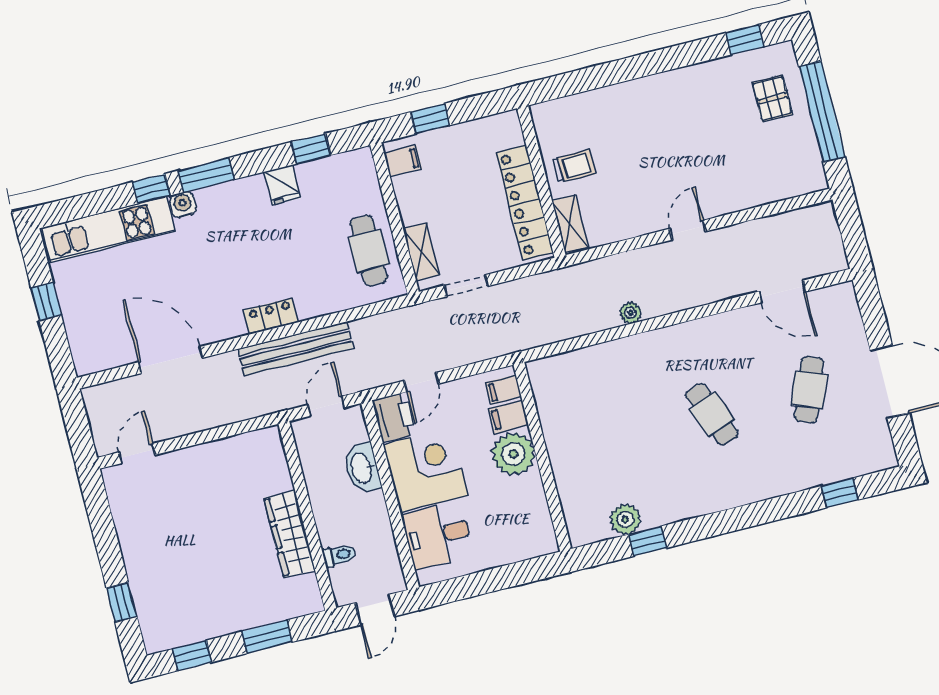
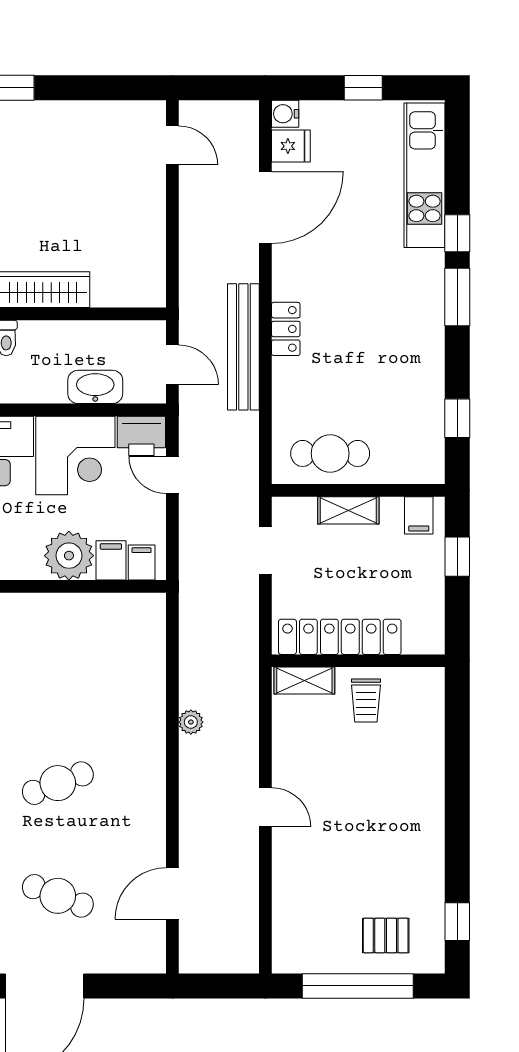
fridge: (282, 185) -> (291, 146), moved, turned 180
water cooler: (183, 205) -> (285, 114), moved, turned 180
shelving: (421, 252) -> (348, 510), moved

